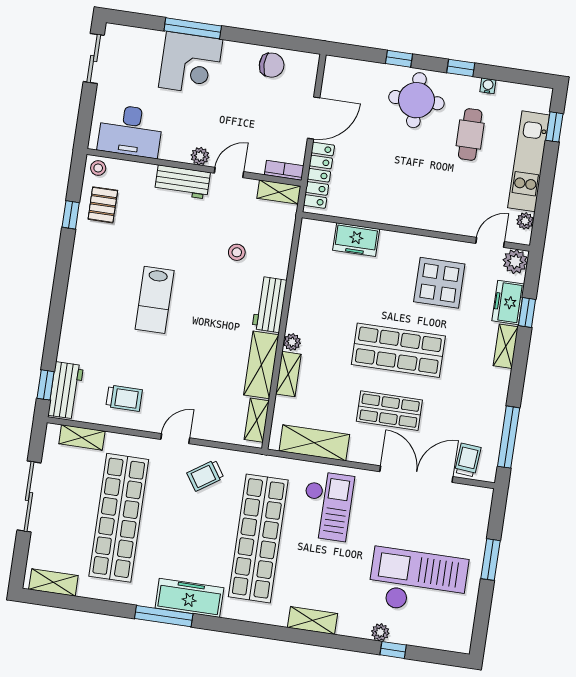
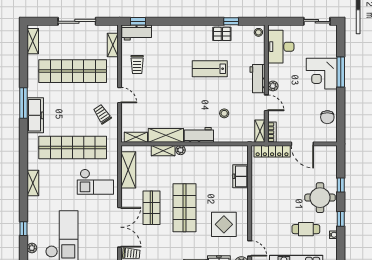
pallet: (103, 205) -> (222, 34), moved
lab bench: (155, 300) -> (210, 69), moved
plant: (380, 632) -> (32, 248), moved

